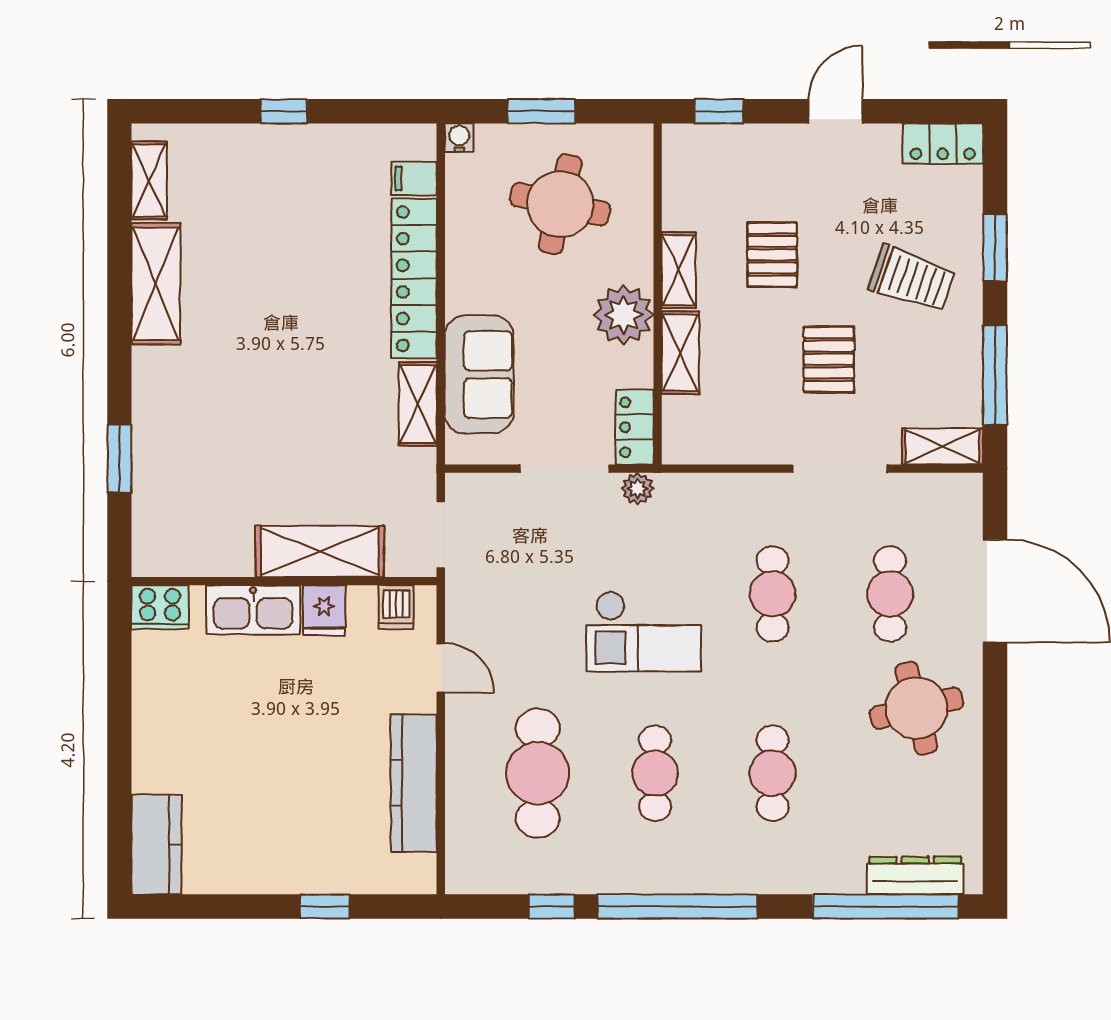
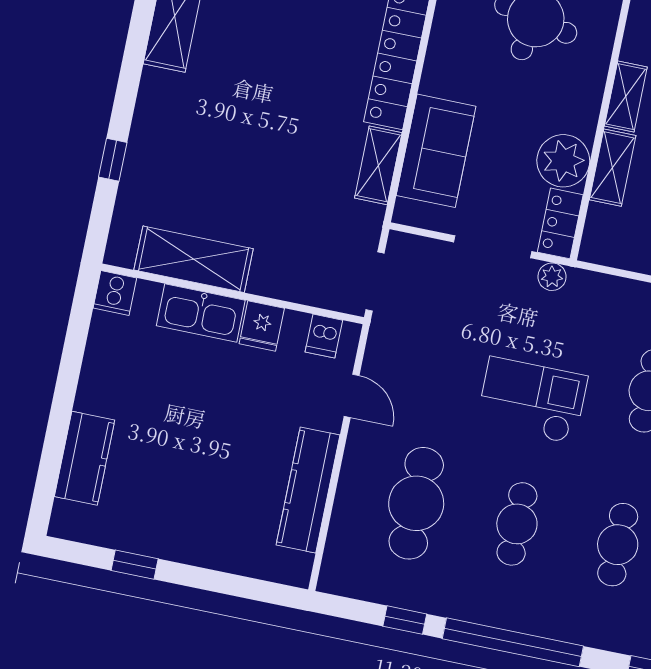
plant: (624, 315) -> (563, 161), moved
window: (119, 459) -> (113, 160), width x0.67
shelving: (320, 551) -> (194, 259), moved
cooker: (160, 607) -> (115, 293), width x0.73
checkout: (644, 631) -> (532, 400), turned 180
kitchen counter: (156, 845) -> (85, 458), moved
window: (325, 906) -> (135, 565), moved

